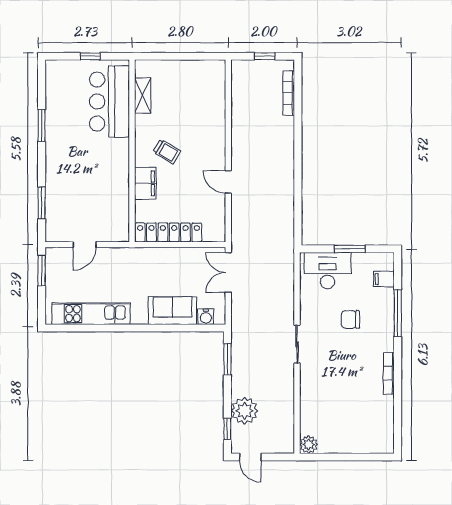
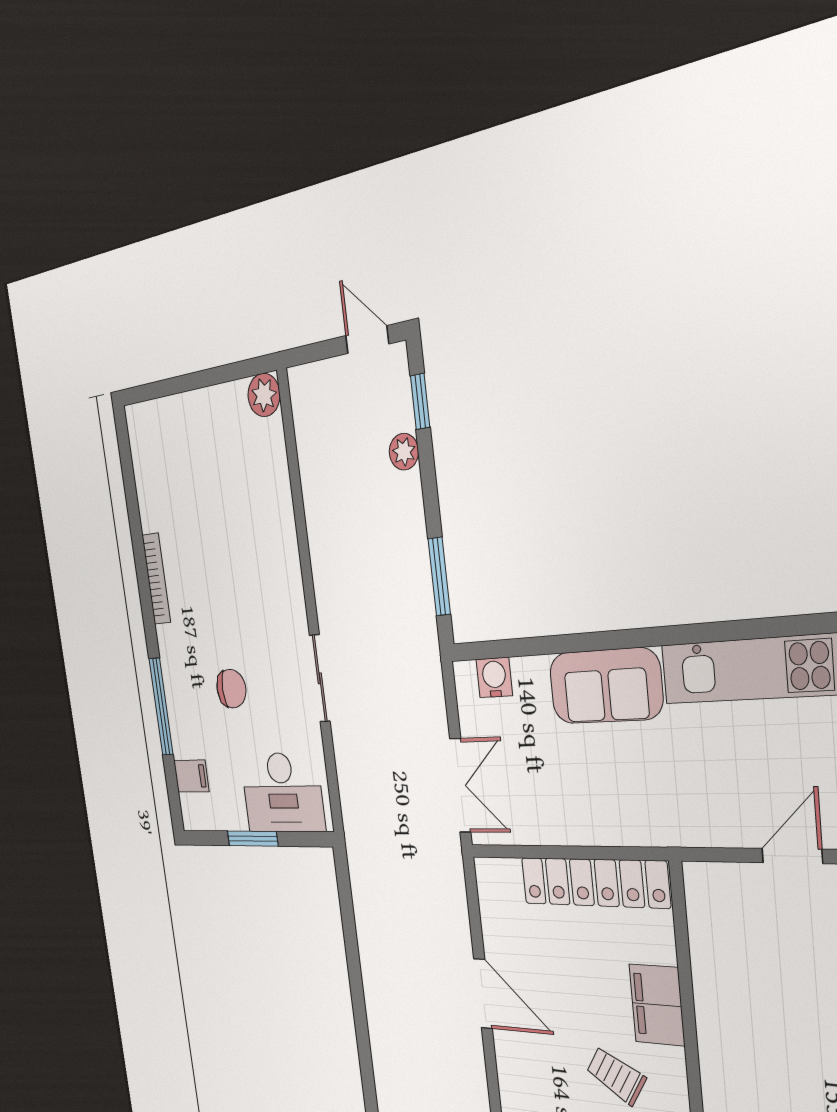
door: (228, 182) -> (483, 994), width x1.37
sofa: (173, 311) -> (606, 686), moved
sliding door: (297, 344) -> (320, 678), moved
plant: (245, 411) -> (404, 452), width x0.53, depth x0.53

